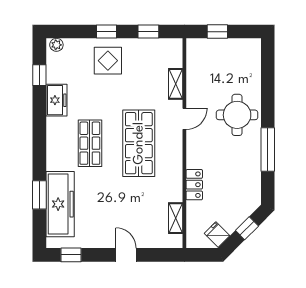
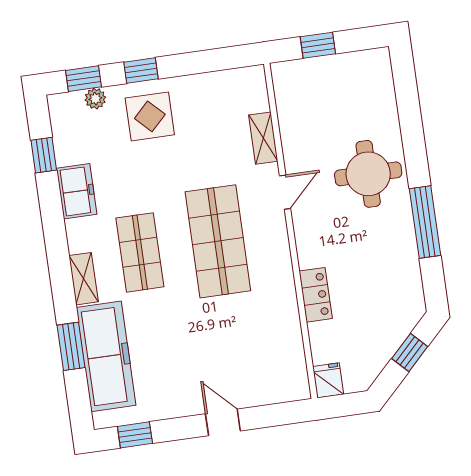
window: (148, 32) -> (84, 79), moved
plant: (56, 45) -> (95, 99), moved
shelving: (176, 218) -> (84, 279), moved
fridge: (217, 235) -> (328, 380), moved, turned 45

